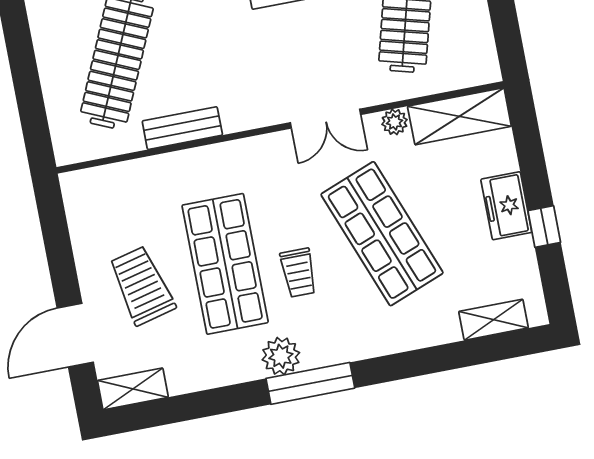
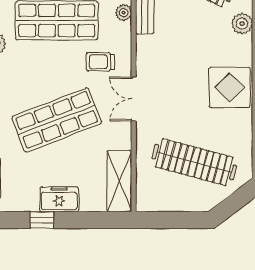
plant: (394, 122) -> (124, 13), moved
trolley: (298, 273) -> (100, 62), moved

